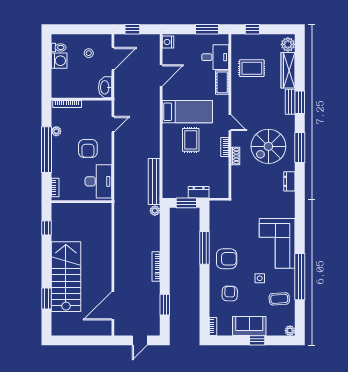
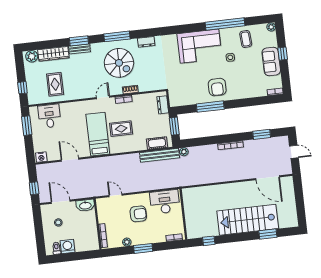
cot: (222, 82) -> (157, 143), moved
window: (47, 150) -> (143, 248), width x0.47
dresser: (199, 192) -> (163, 105), moved
armchair: (227, 259) -> (217, 87), turned 180
armchair: (230, 293) -> (246, 81), removed

